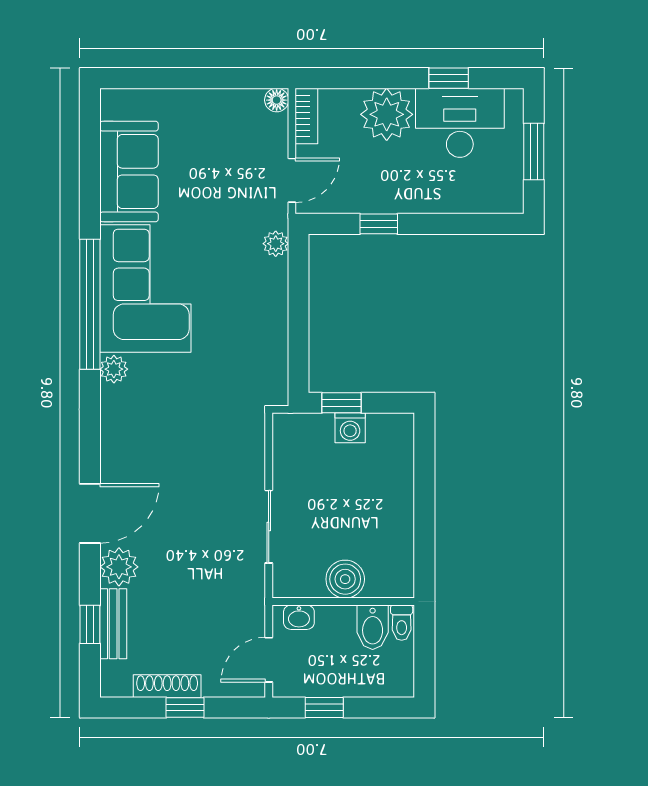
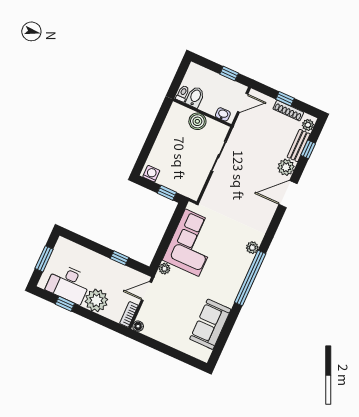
corner sofa: (145, 289) -> (192, 243), moved, turned 180
washing machine: (350, 428) -> (151, 174), moved
plant: (113, 675) -> (308, 125), added

